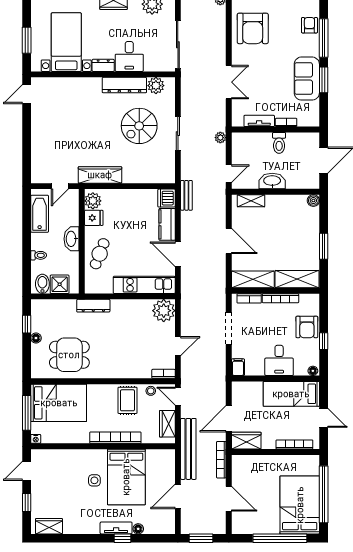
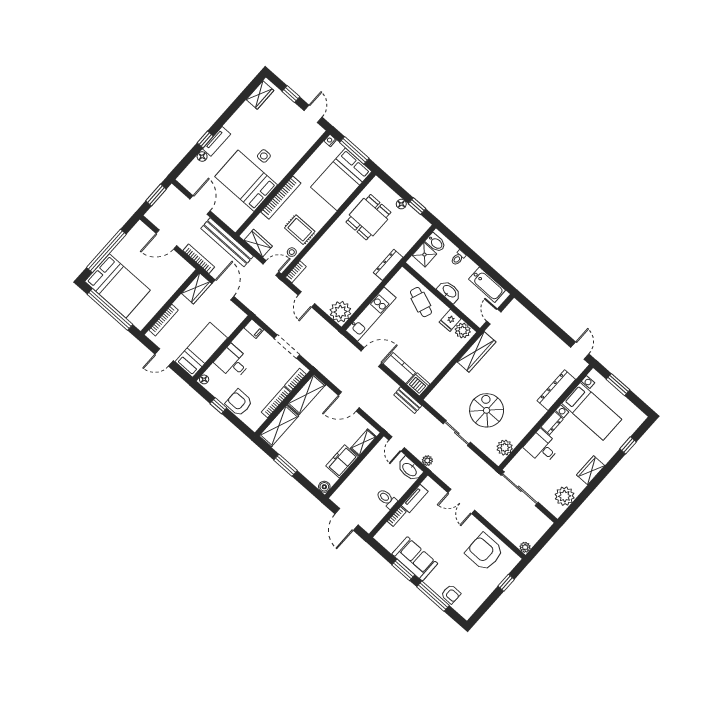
dresser: (124, 85) -> (556, 390), moved
washbasin: (272, 181) -> (410, 469), moved, turned 90
freezer: (281, 204) -> (342, 461), added

